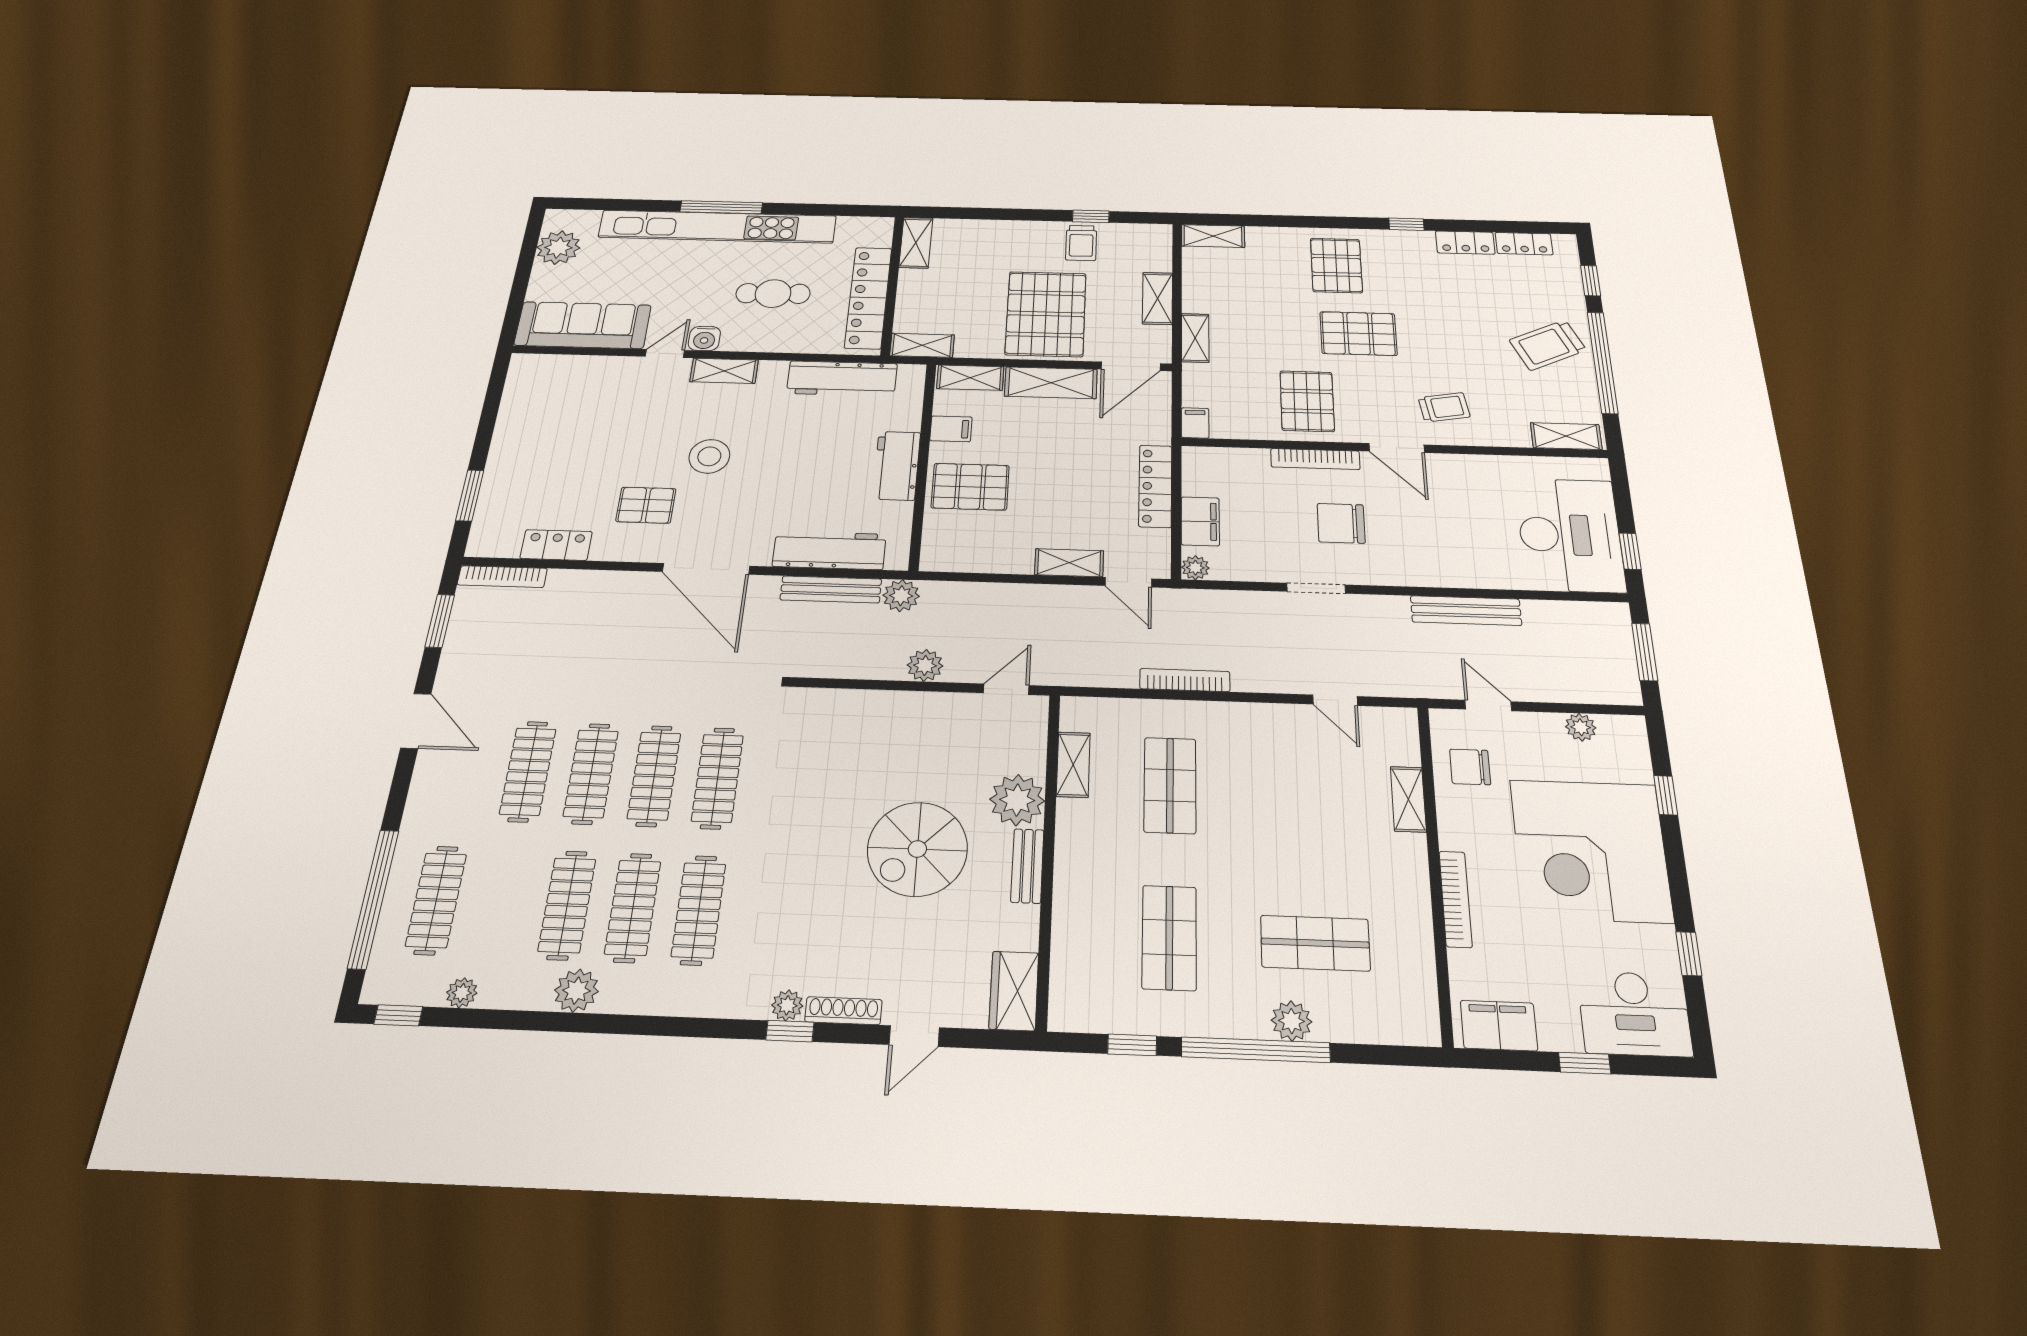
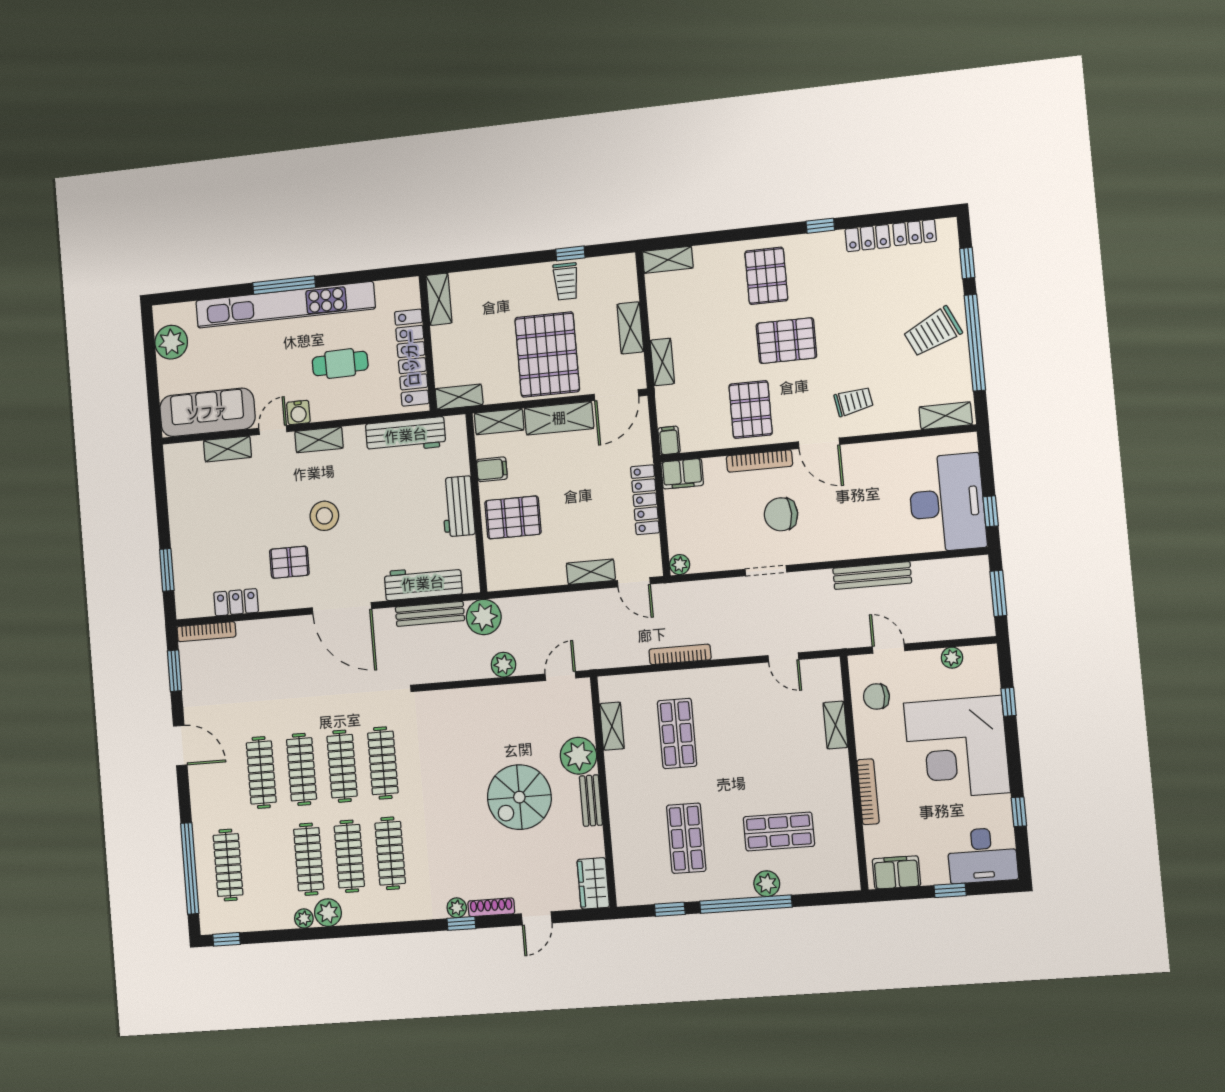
shelving: (598, 367) -> (227, 449), added
filing cabinet: (1200, 521) -> (682, 474), moved, turned 90
plant: (901, 596) -> (484, 617), width x1.36, depth x1.36
plant: (462, 993) -> (304, 918), moved

